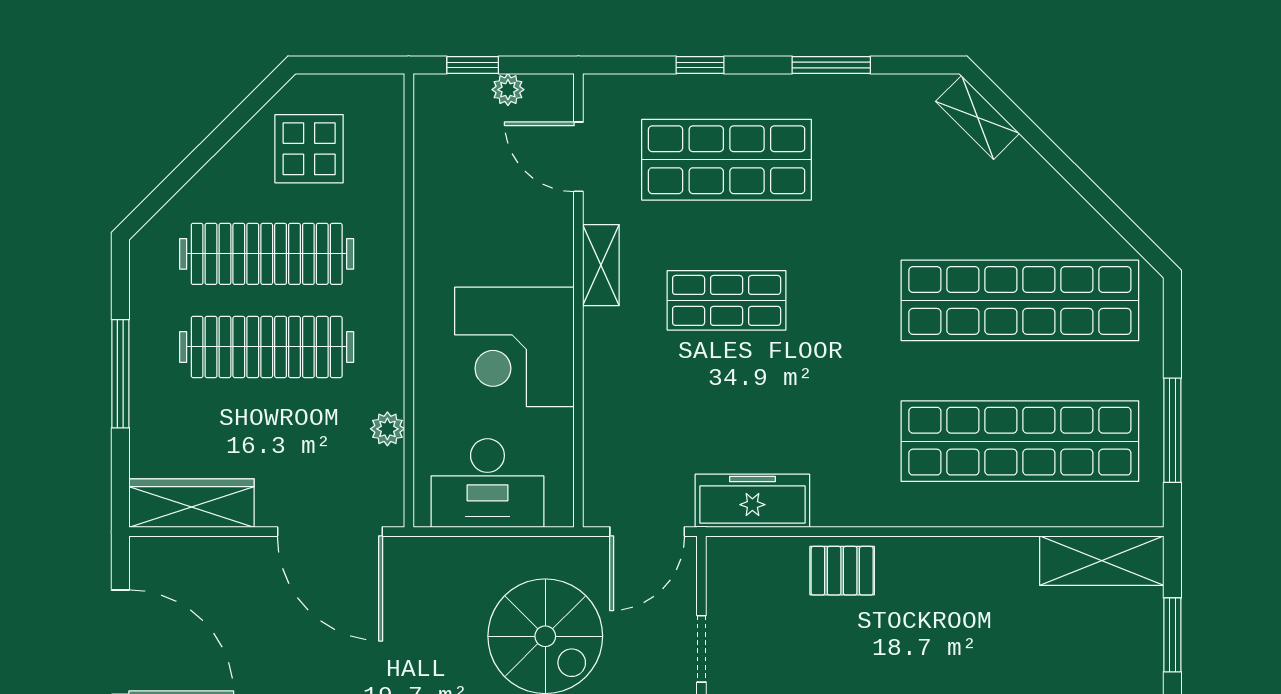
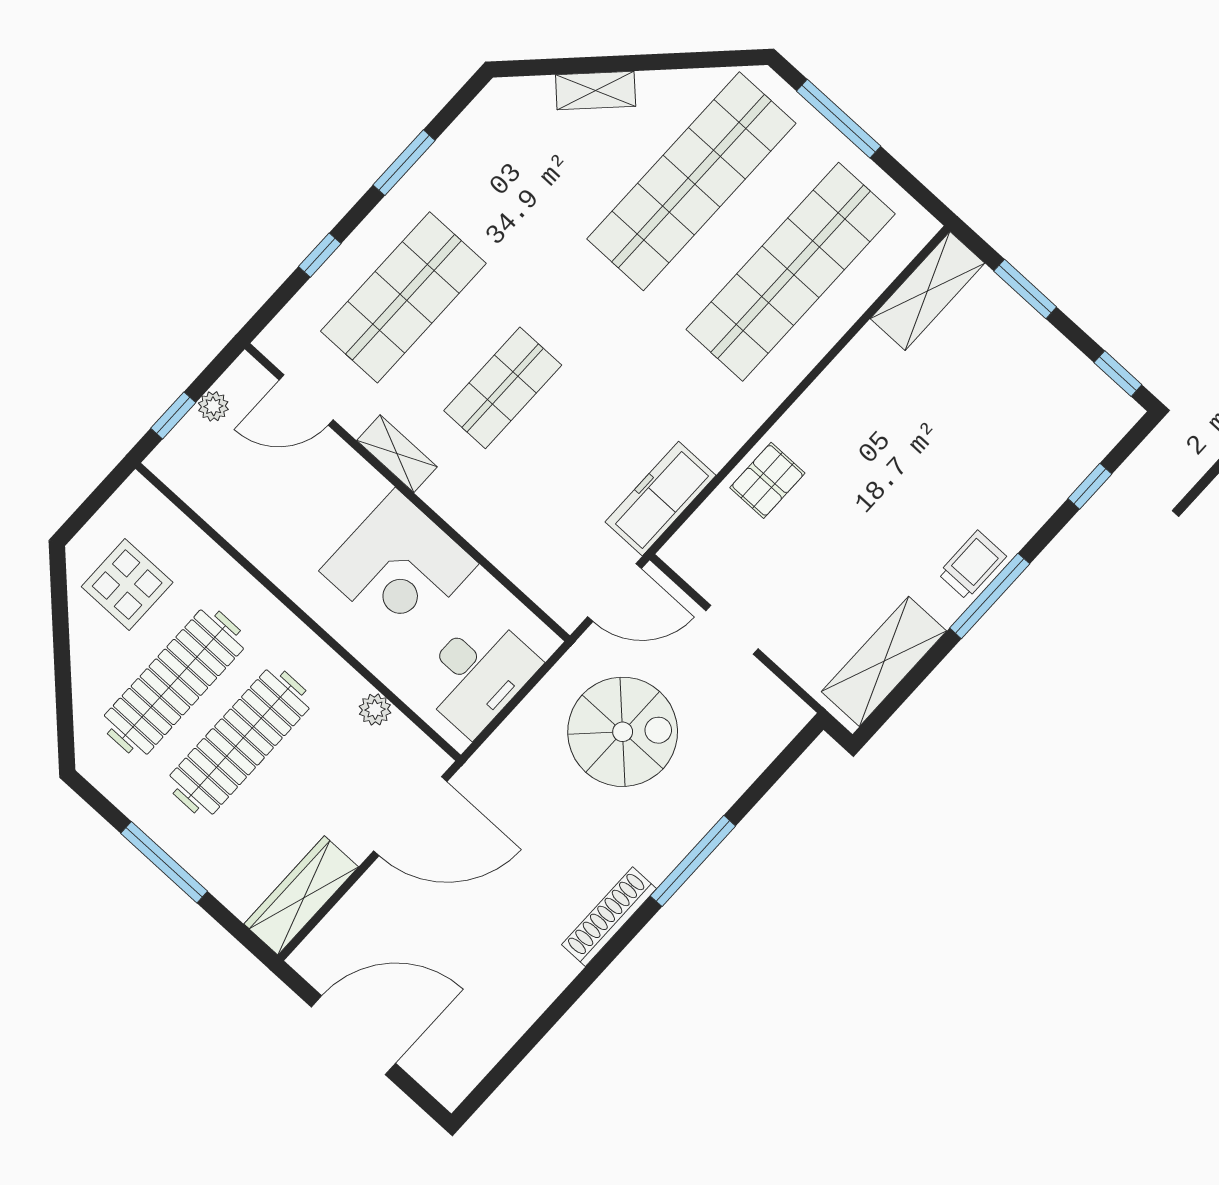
shelving: (978, 117) -> (596, 91), moved
window: (1172, 430) -> (839, 119), moved
door: (647, 532) -> (614, 593), hinge flipped

